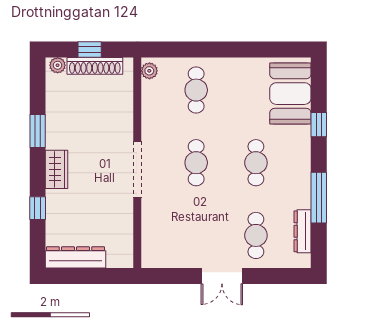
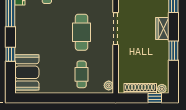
window: (90, 49) -> (155, 98), moved
cafe table: (196, 163) -> (82, 32), width x1.37, depth x1.35
cafe table: (256, 163) -> (47, 32), removed

